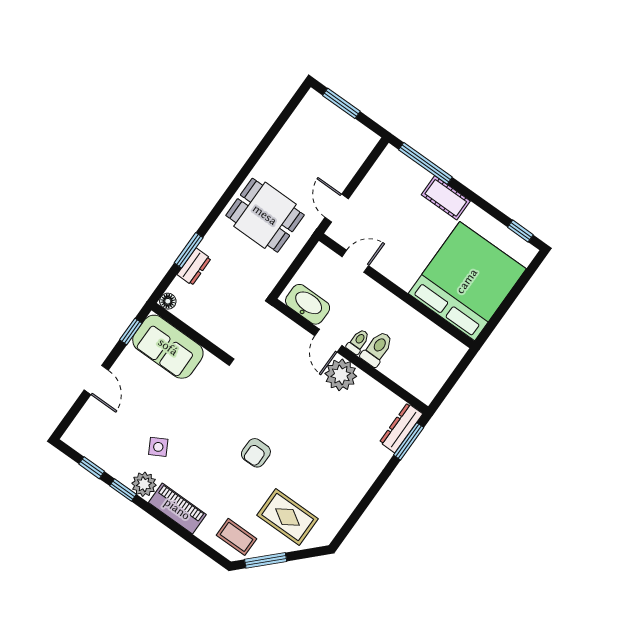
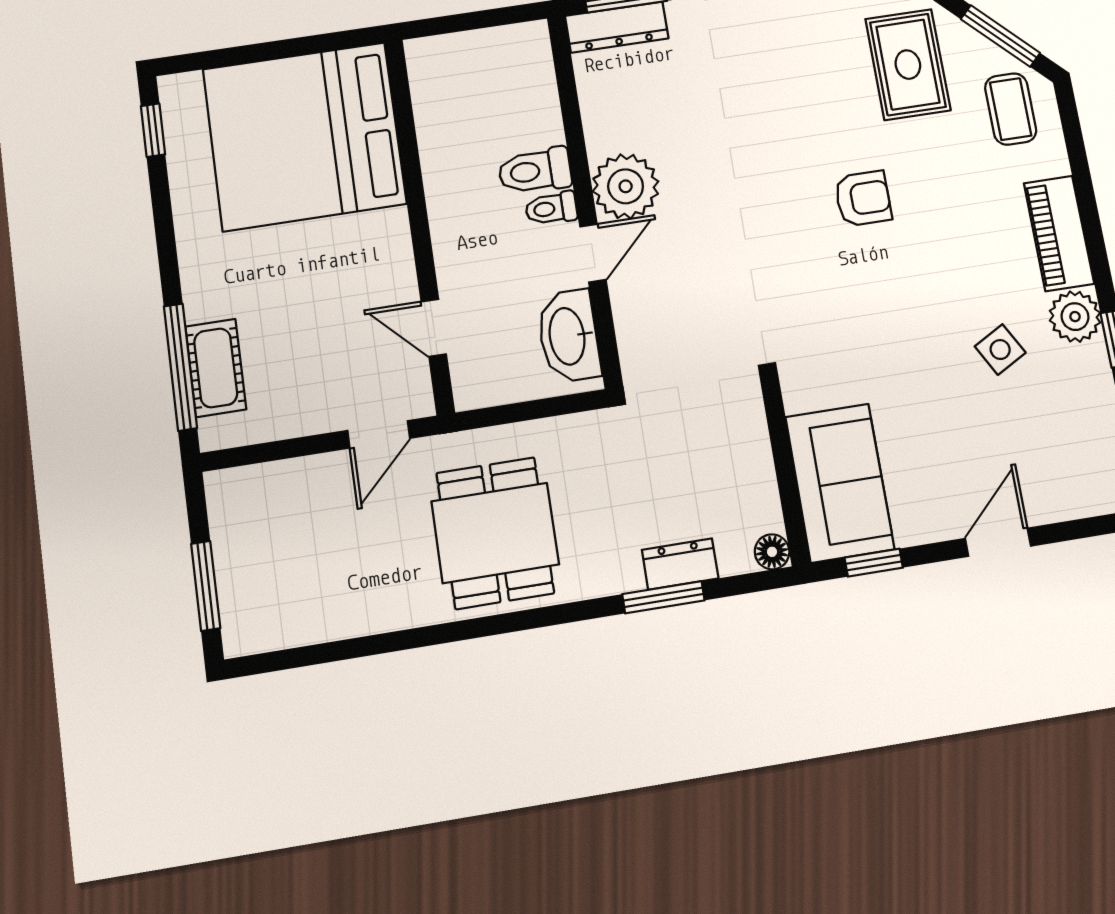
cot: (446, 198) -> (216, 368), moved

